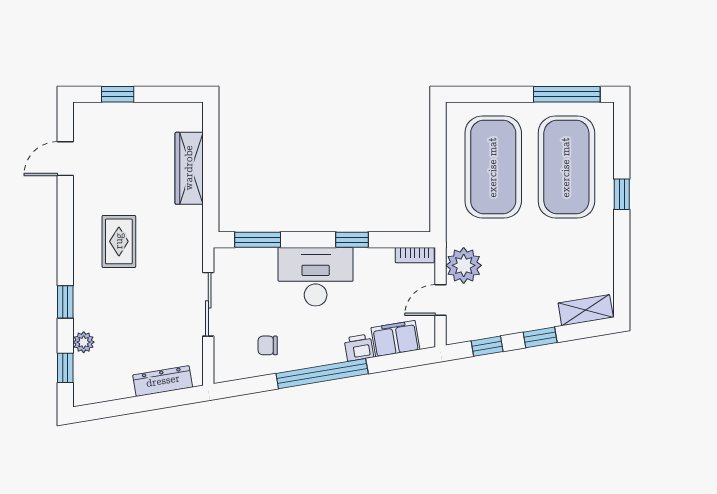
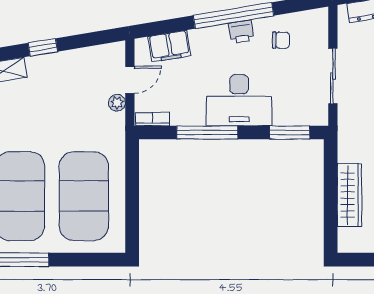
window: (352, 240) -> (207, 133), width x2.17
plant: (464, 265) -> (117, 103), width x0.53, depth x0.53
window: (487, 346) -> (89, 40), removed
printer: (359, 348) -> (241, 32), moved

